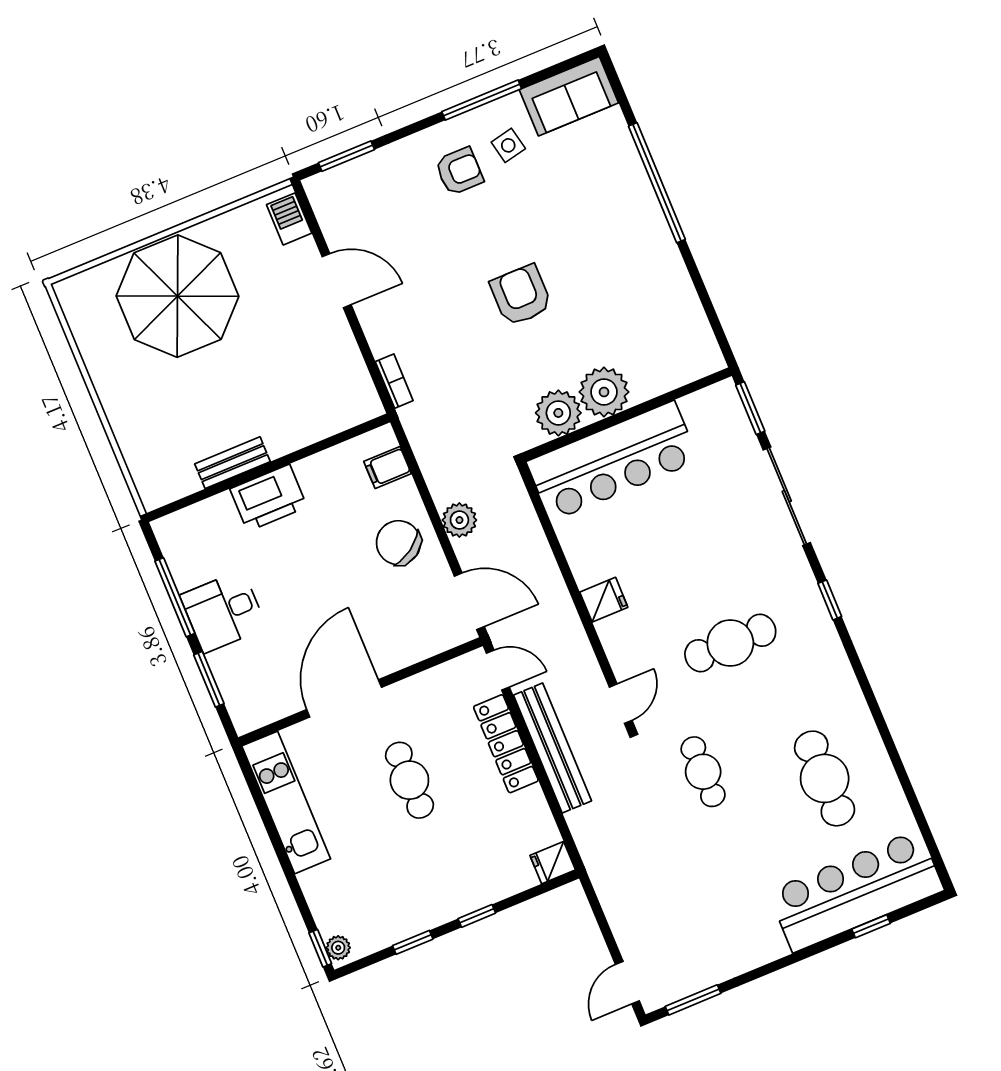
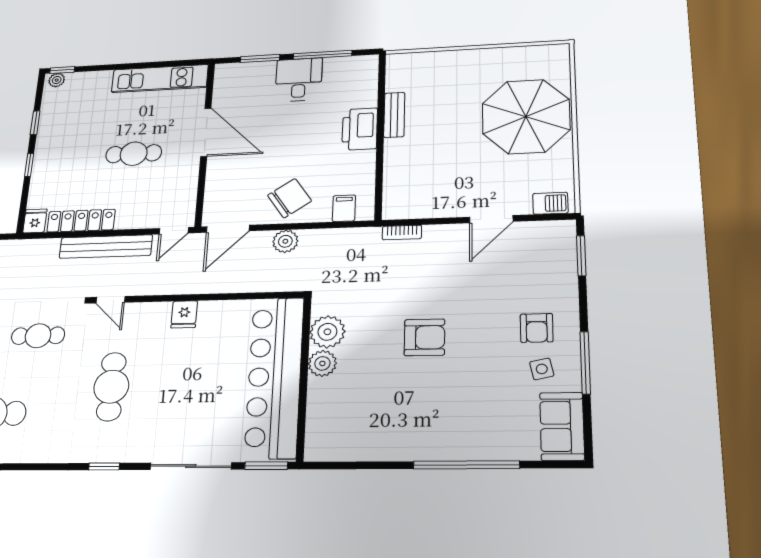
plant: (604, 392) -> (322, 363), width x0.73, depth x0.73
bar counter: (613, 461) -> (274, 377), width x1.36
locker: (506, 744) -> (81, 221), moved

